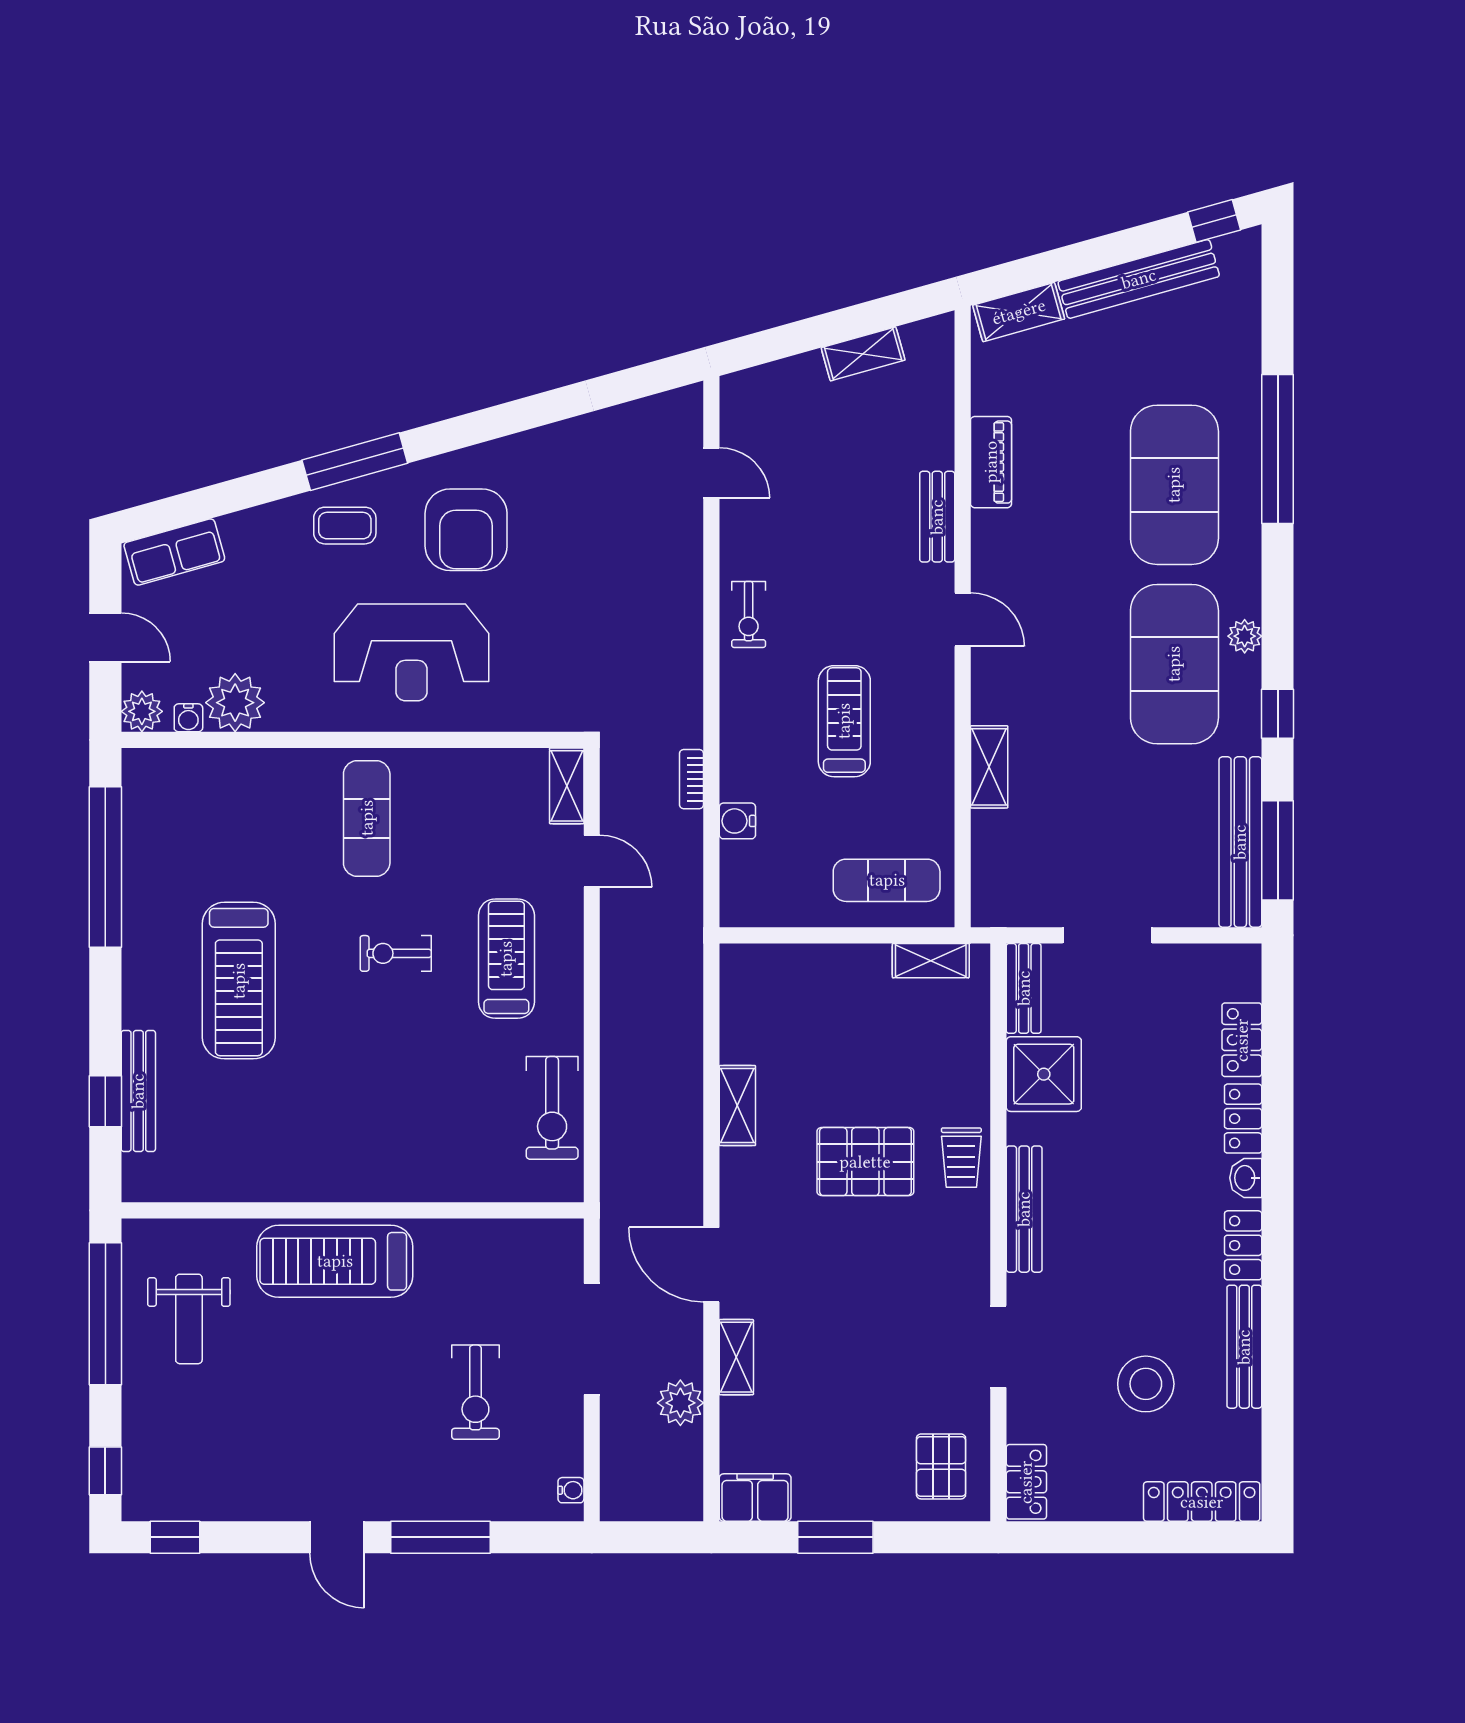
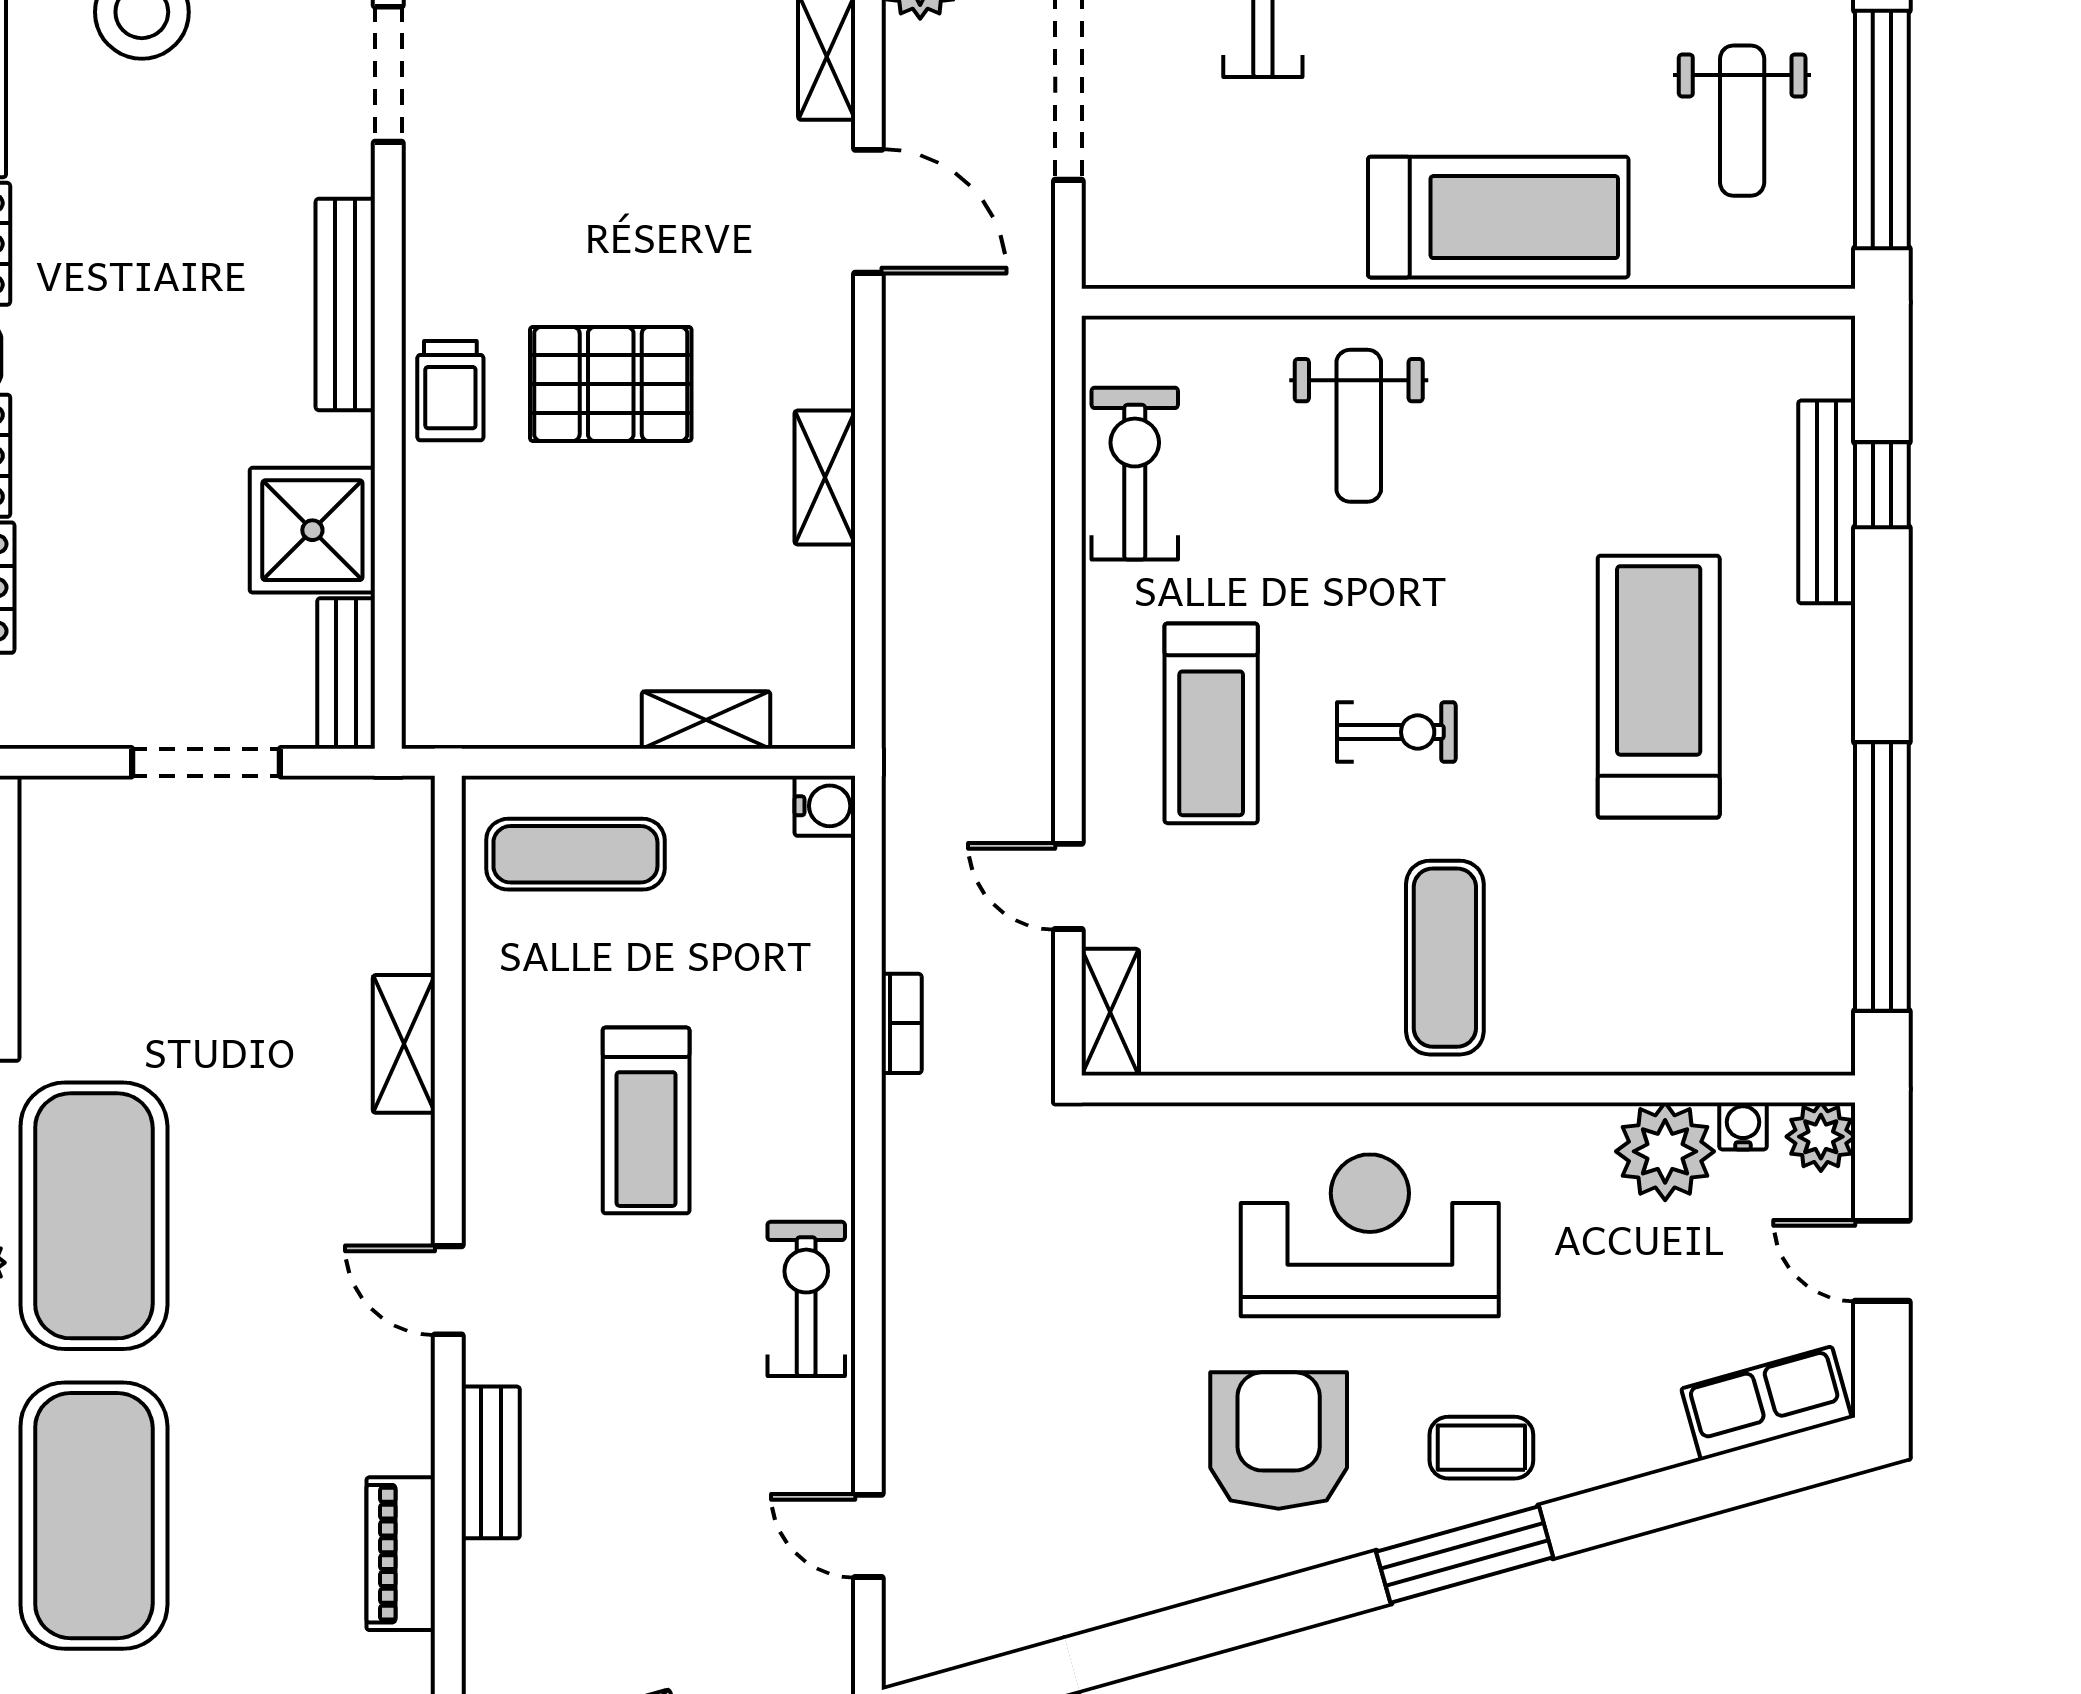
exercise bike: (749, 614) -> (806, 1299), width x1.38, depth x1.39
water cooler: (737, 821) -> (825, 806), moved
shelving: (931, 961) -> (706, 720), moved
weight bench: (418, 1137) -> (1359, 426), added
trolley: (961, 1158) -> (450, 391), turned 180
weight bench: (189, 1319) -> (1742, 121), turned 180

